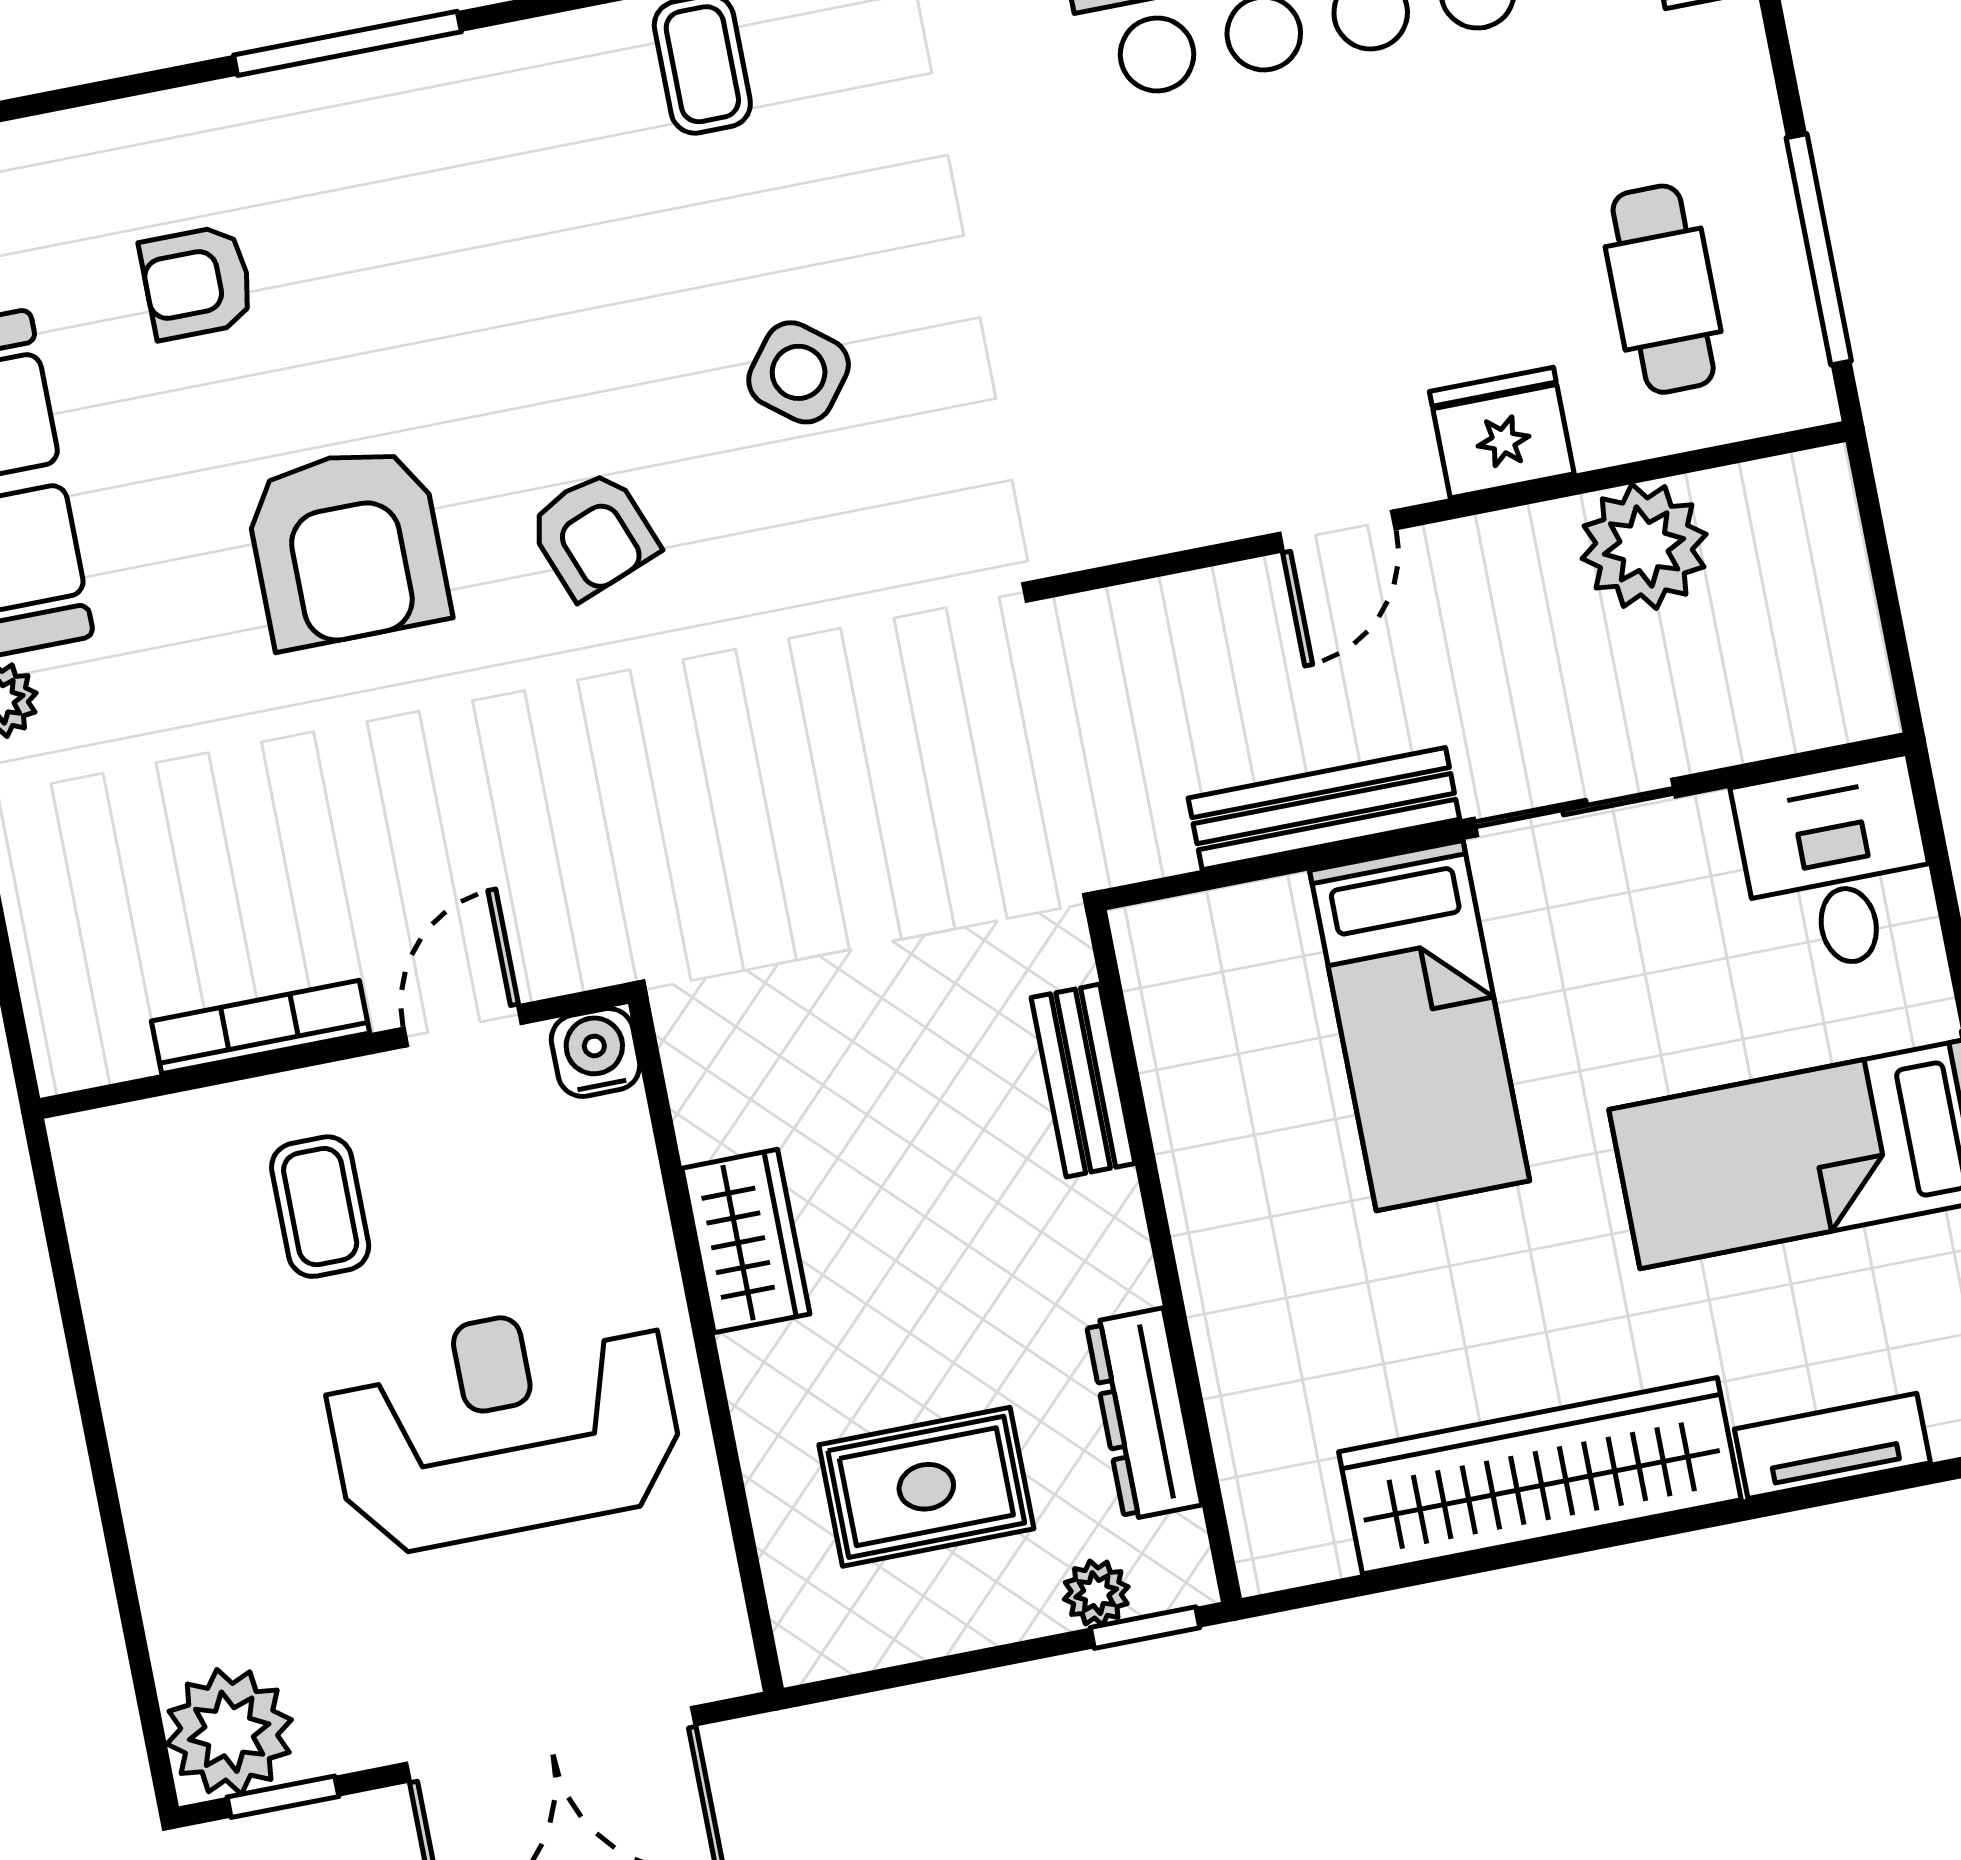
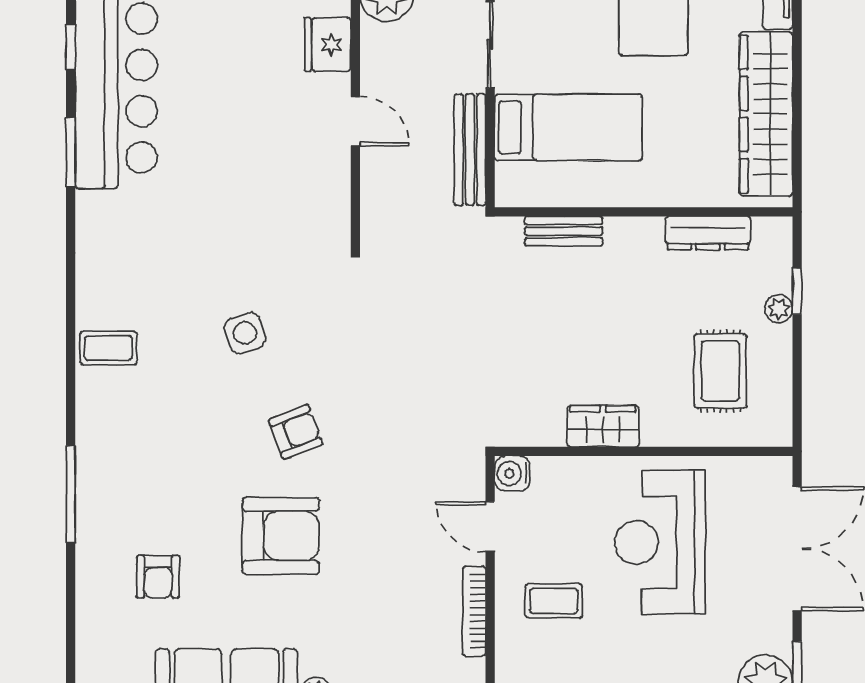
side table: (799, 372) -> (245, 333), turned 34
bench: (1083, 1081) -> (564, 231), moved
wall: (1164, 1256) -> (644, 212), moved
dresser: (1144, 1414) -> (708, 233), moved

